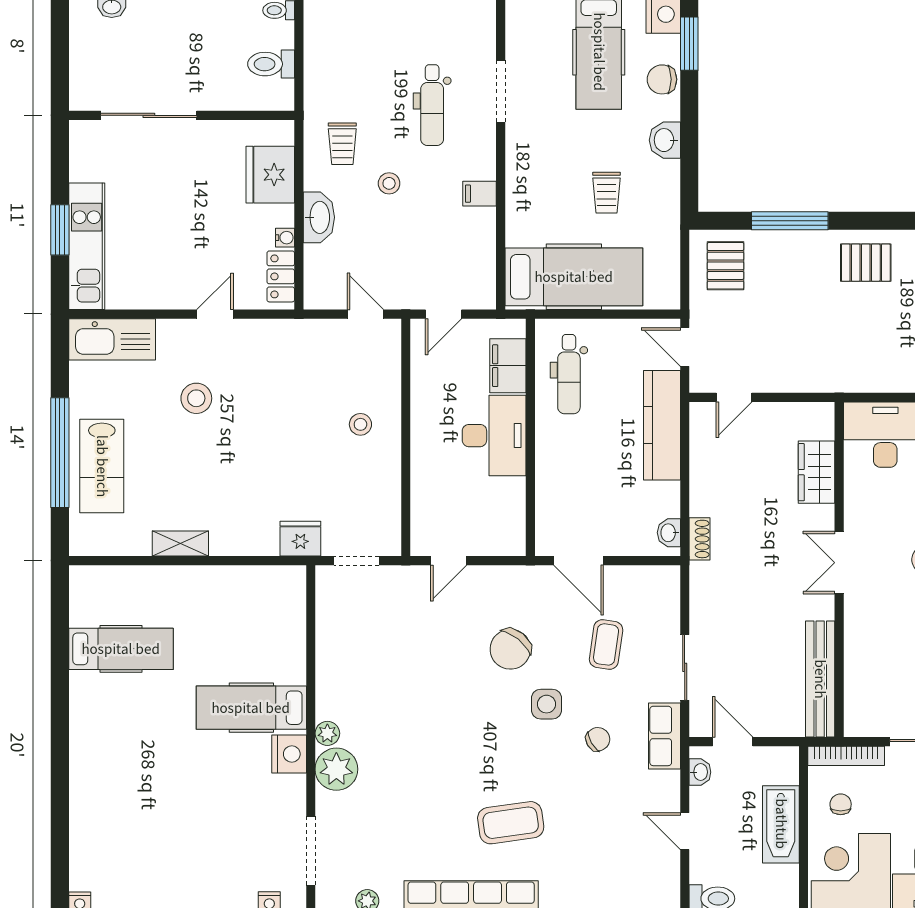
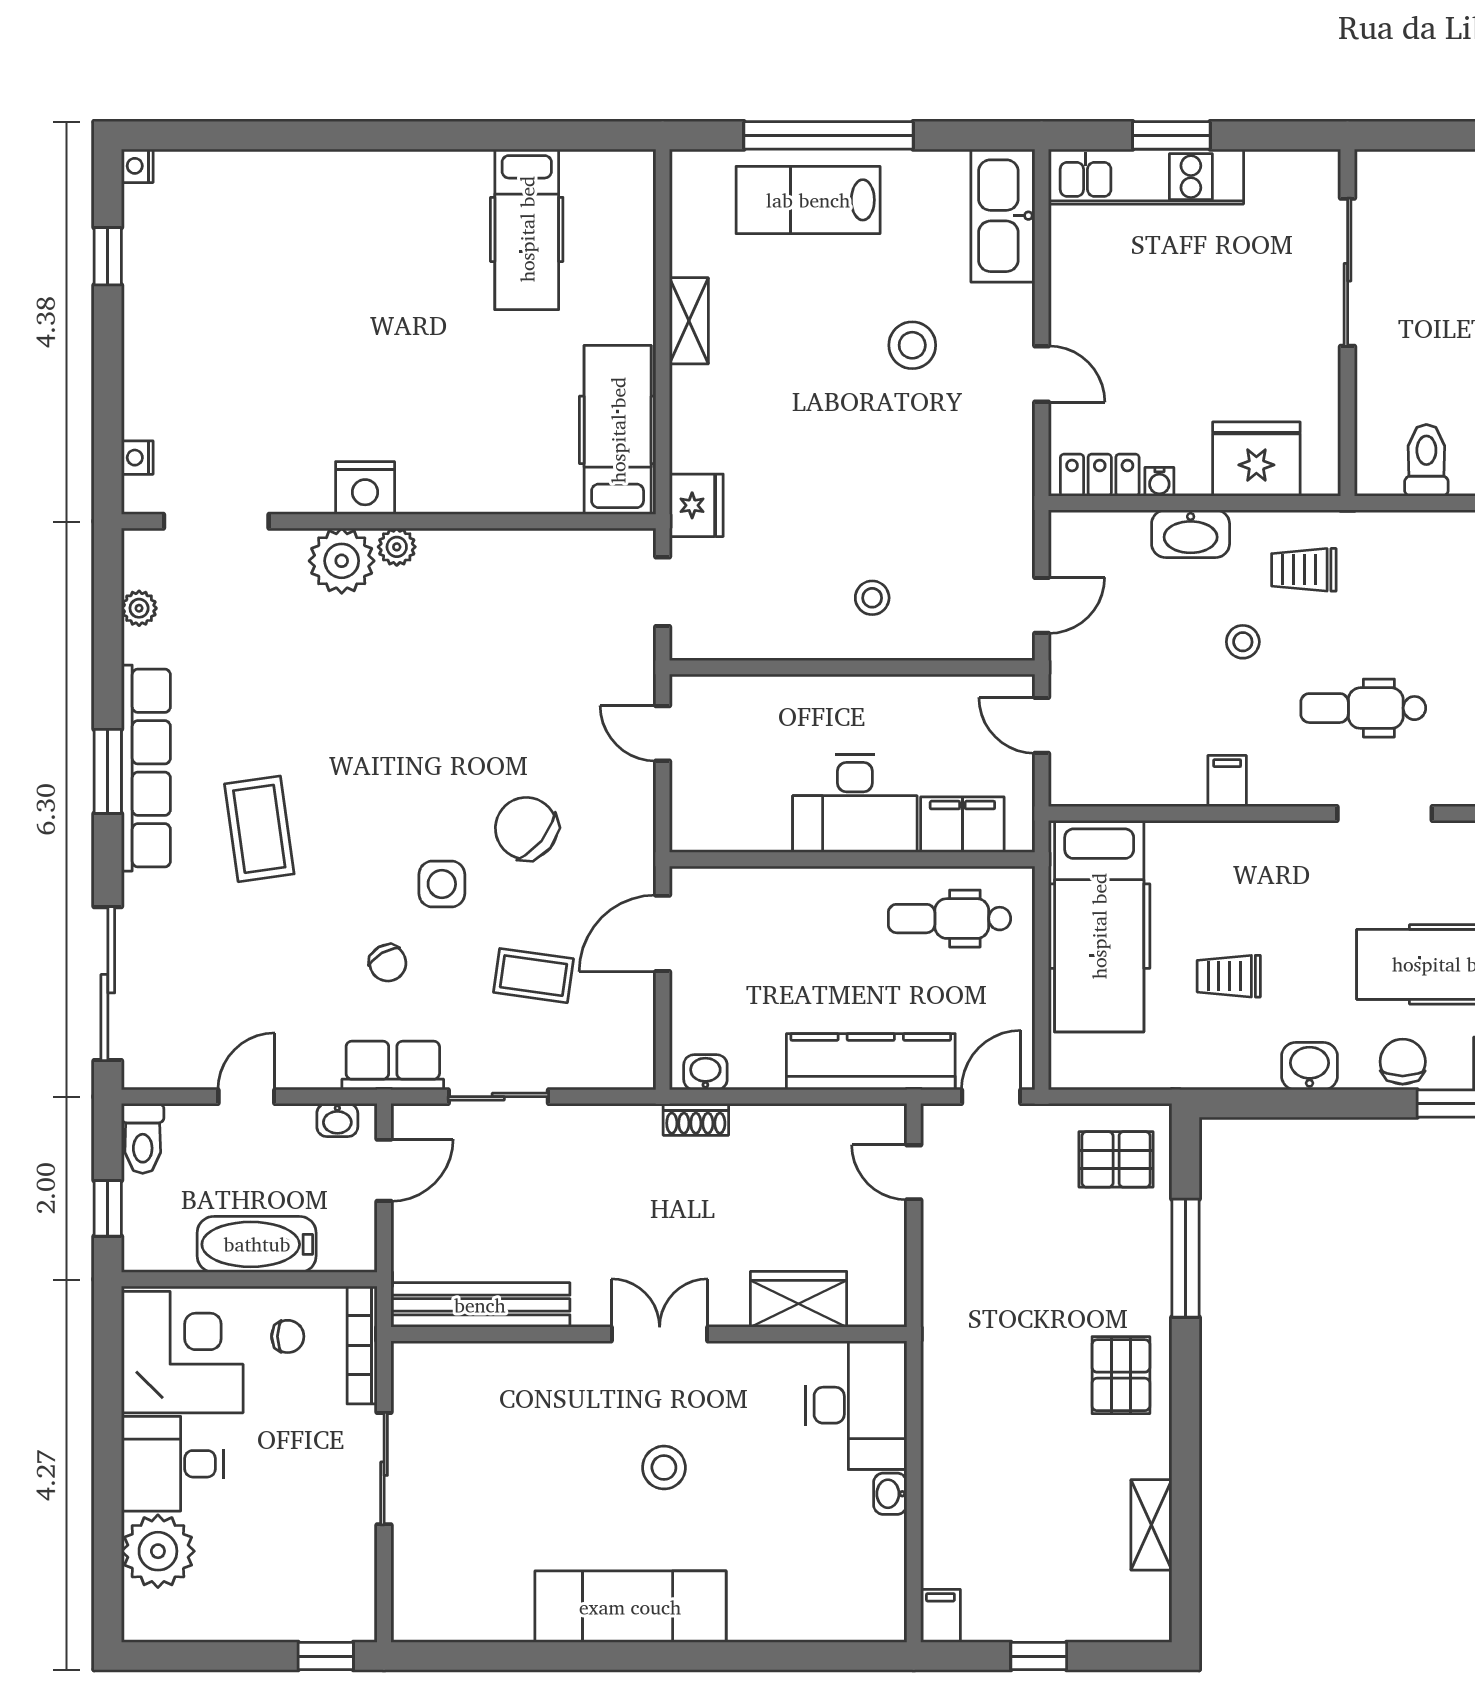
hospital bed: (251, 708) -> (618, 430), moved

